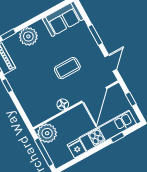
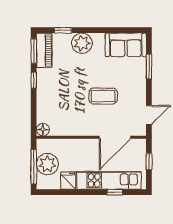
window: (95, 35) -> (149, 67), moved
floor lamp: (63, 104) -> (43, 130), moved
plant: (47, 133) -> (47, 164), moved

